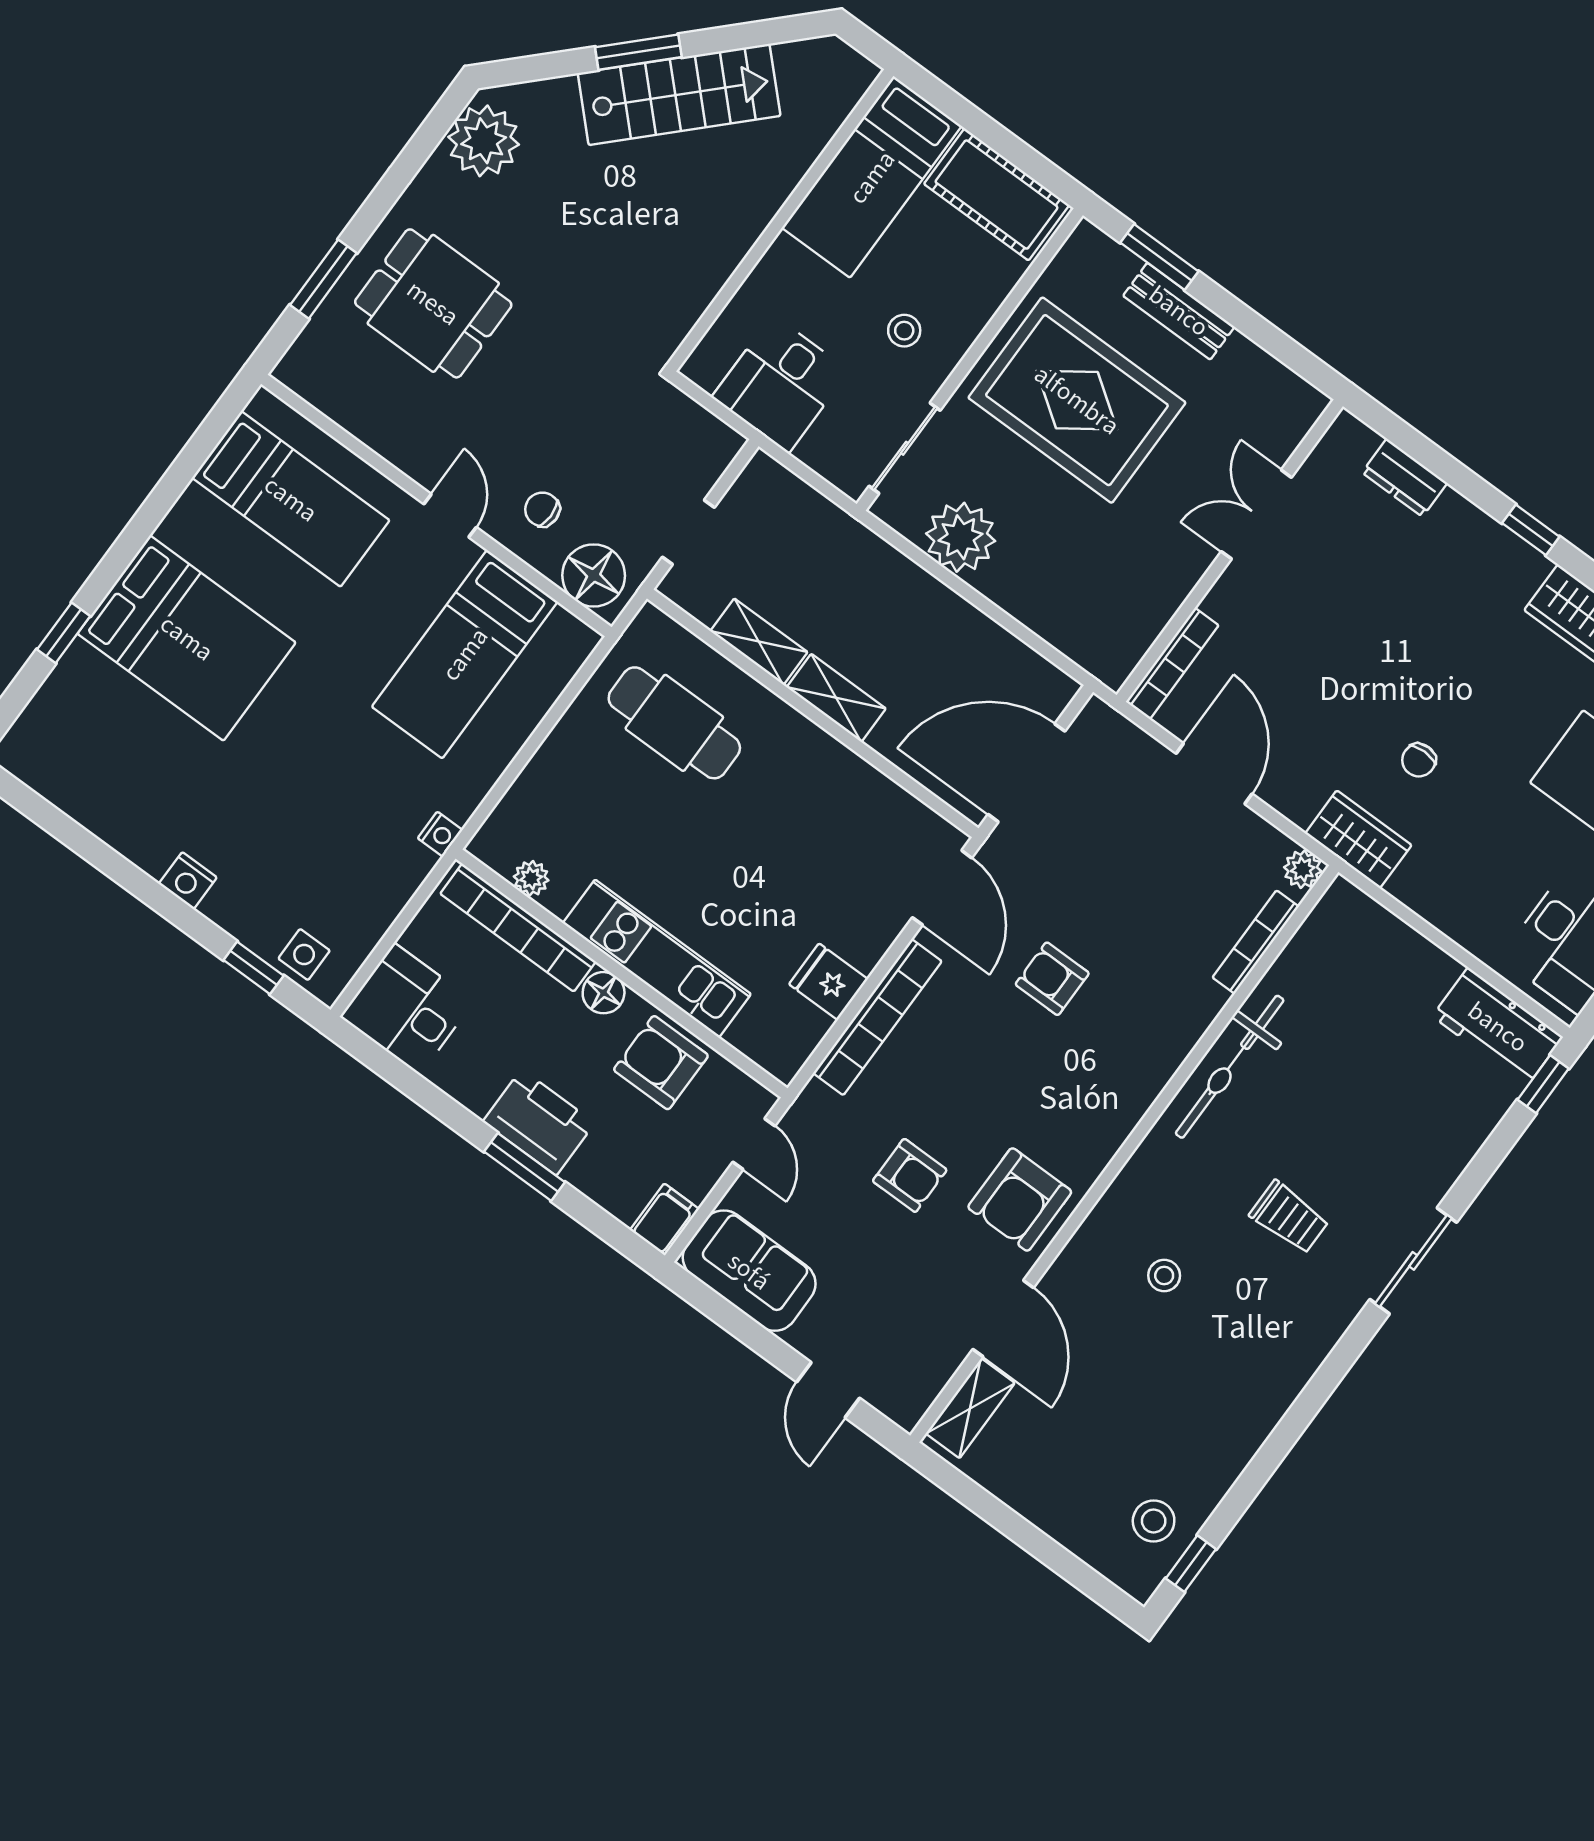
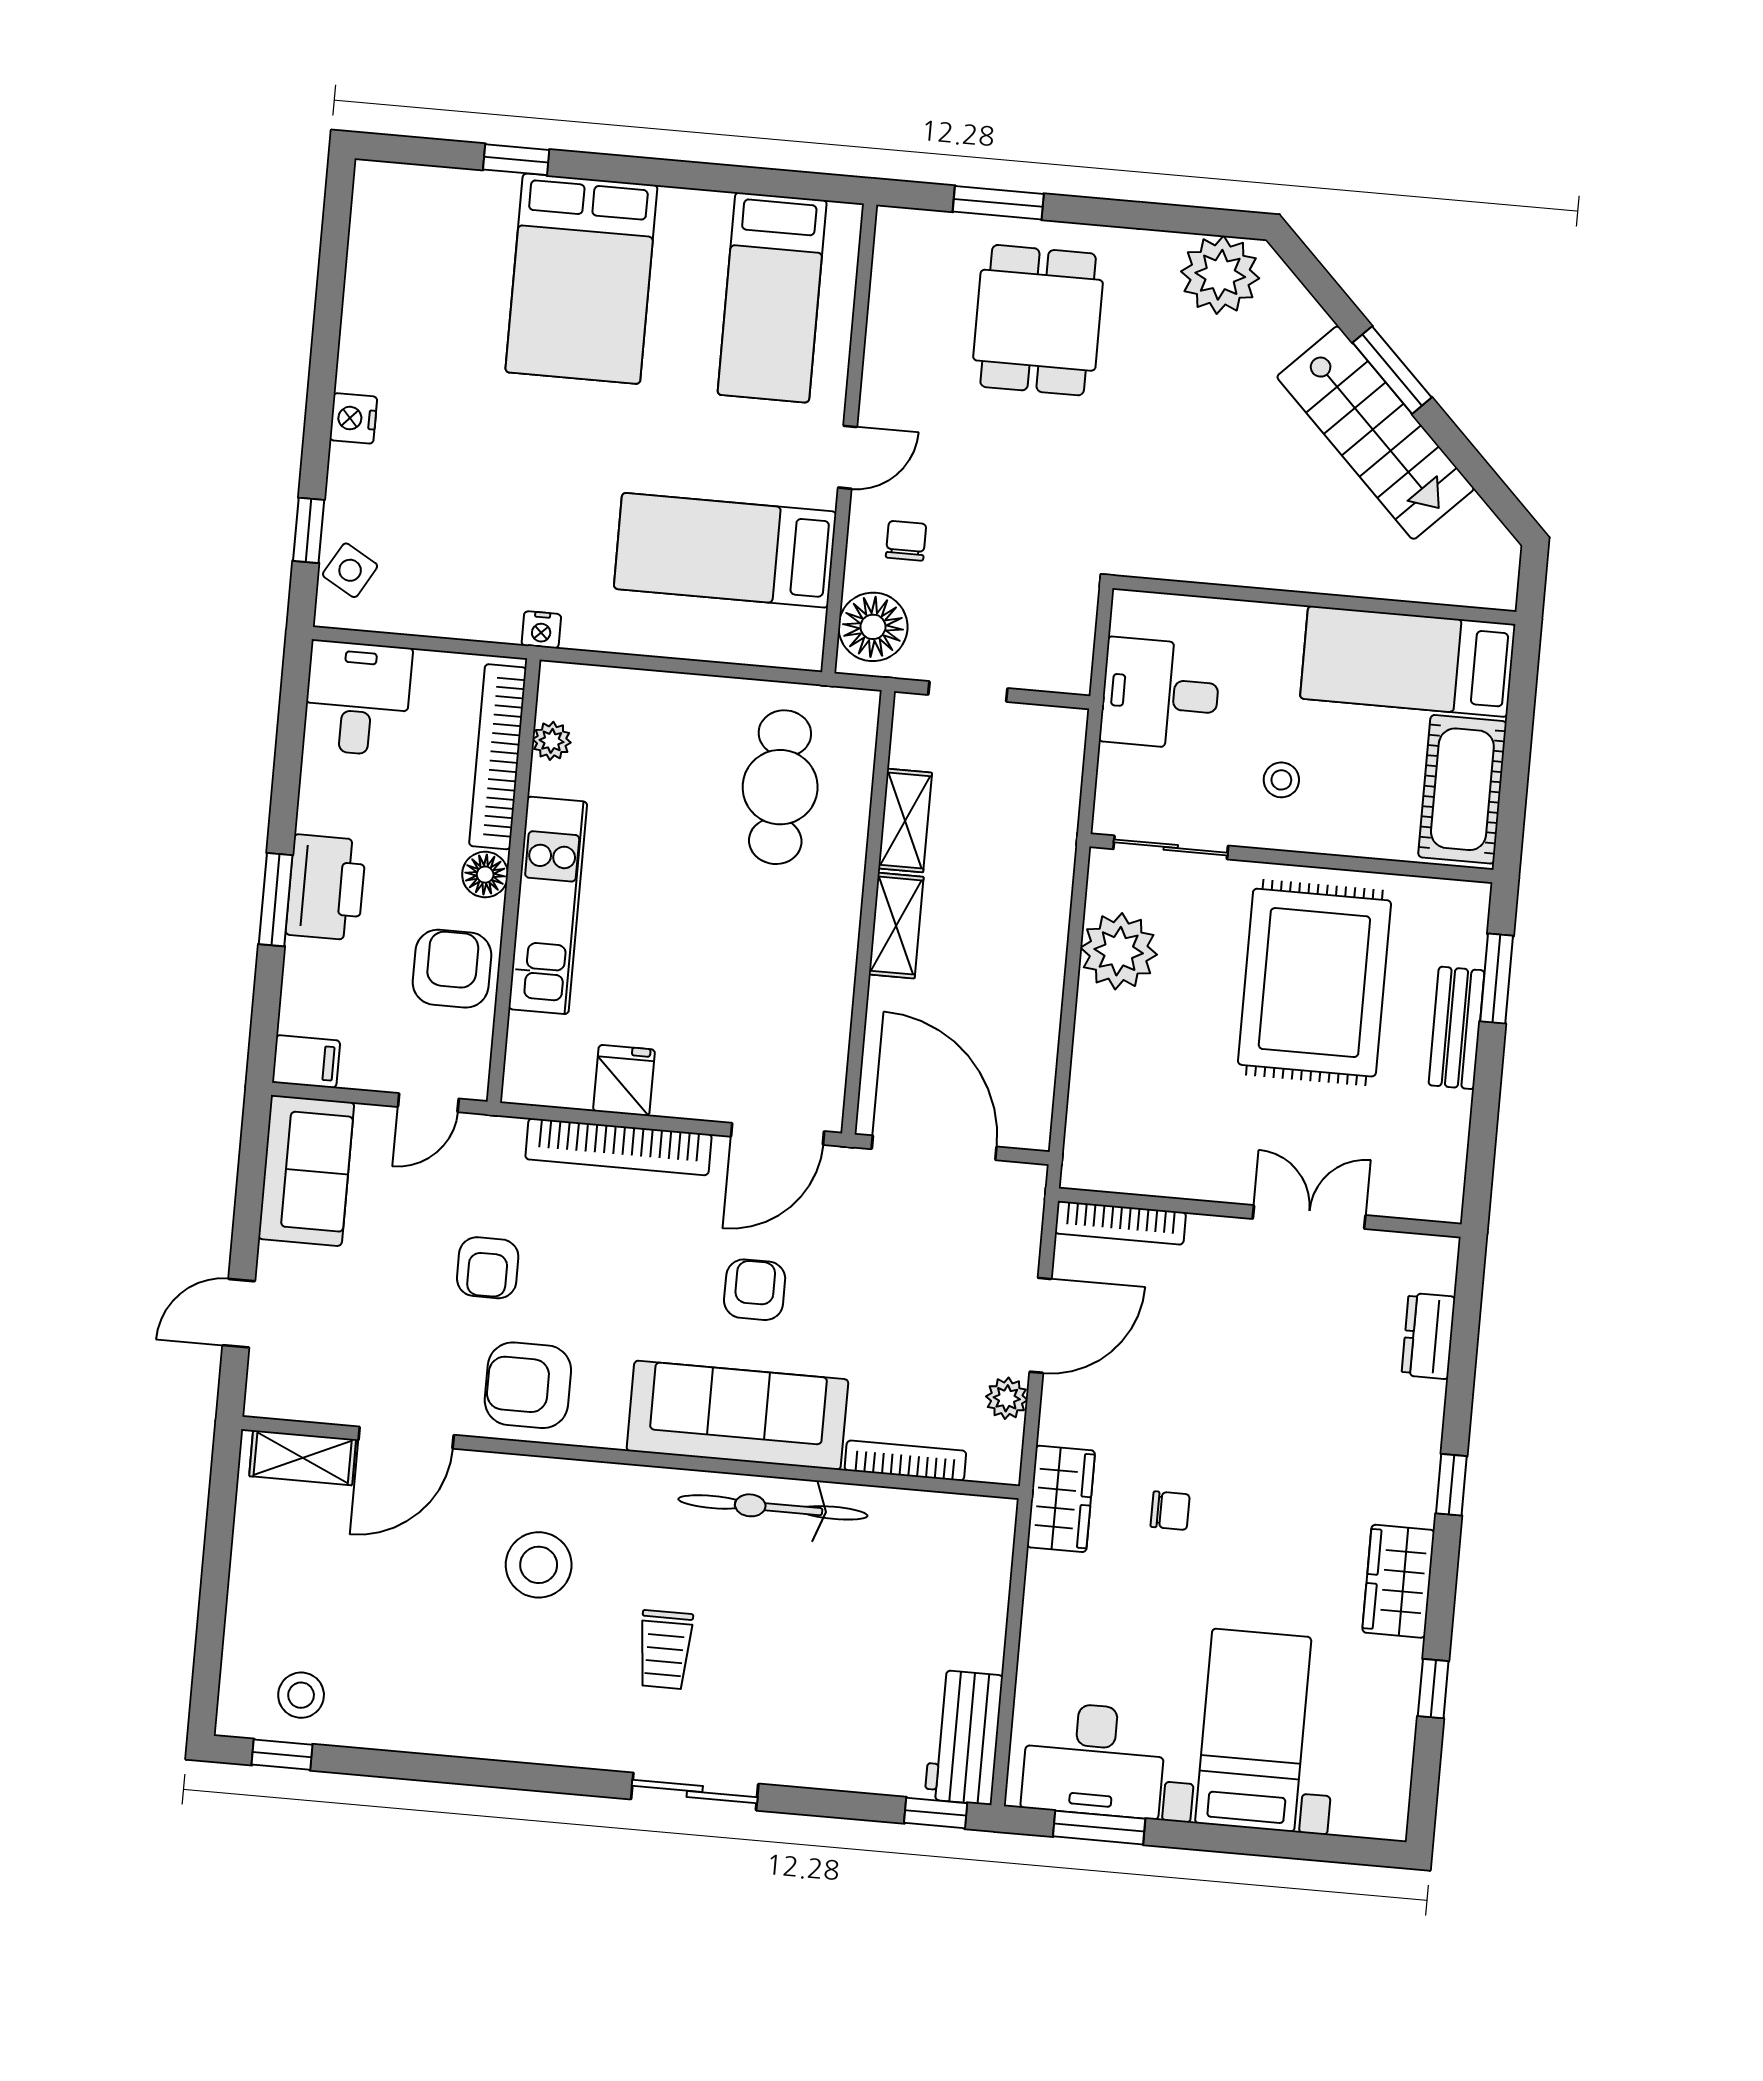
chair: (1419, 760) -> (1170, 1511), turned 180
plant: (1303, 869) -> (1007, 1398), moved
side table: (304, 955) -> (350, 570), turned 30
sofa: (1141, 1051) -> (737, 1415), added
stool: (1164, 1276) -> (539, 1565), width x1.89, depth x1.89

